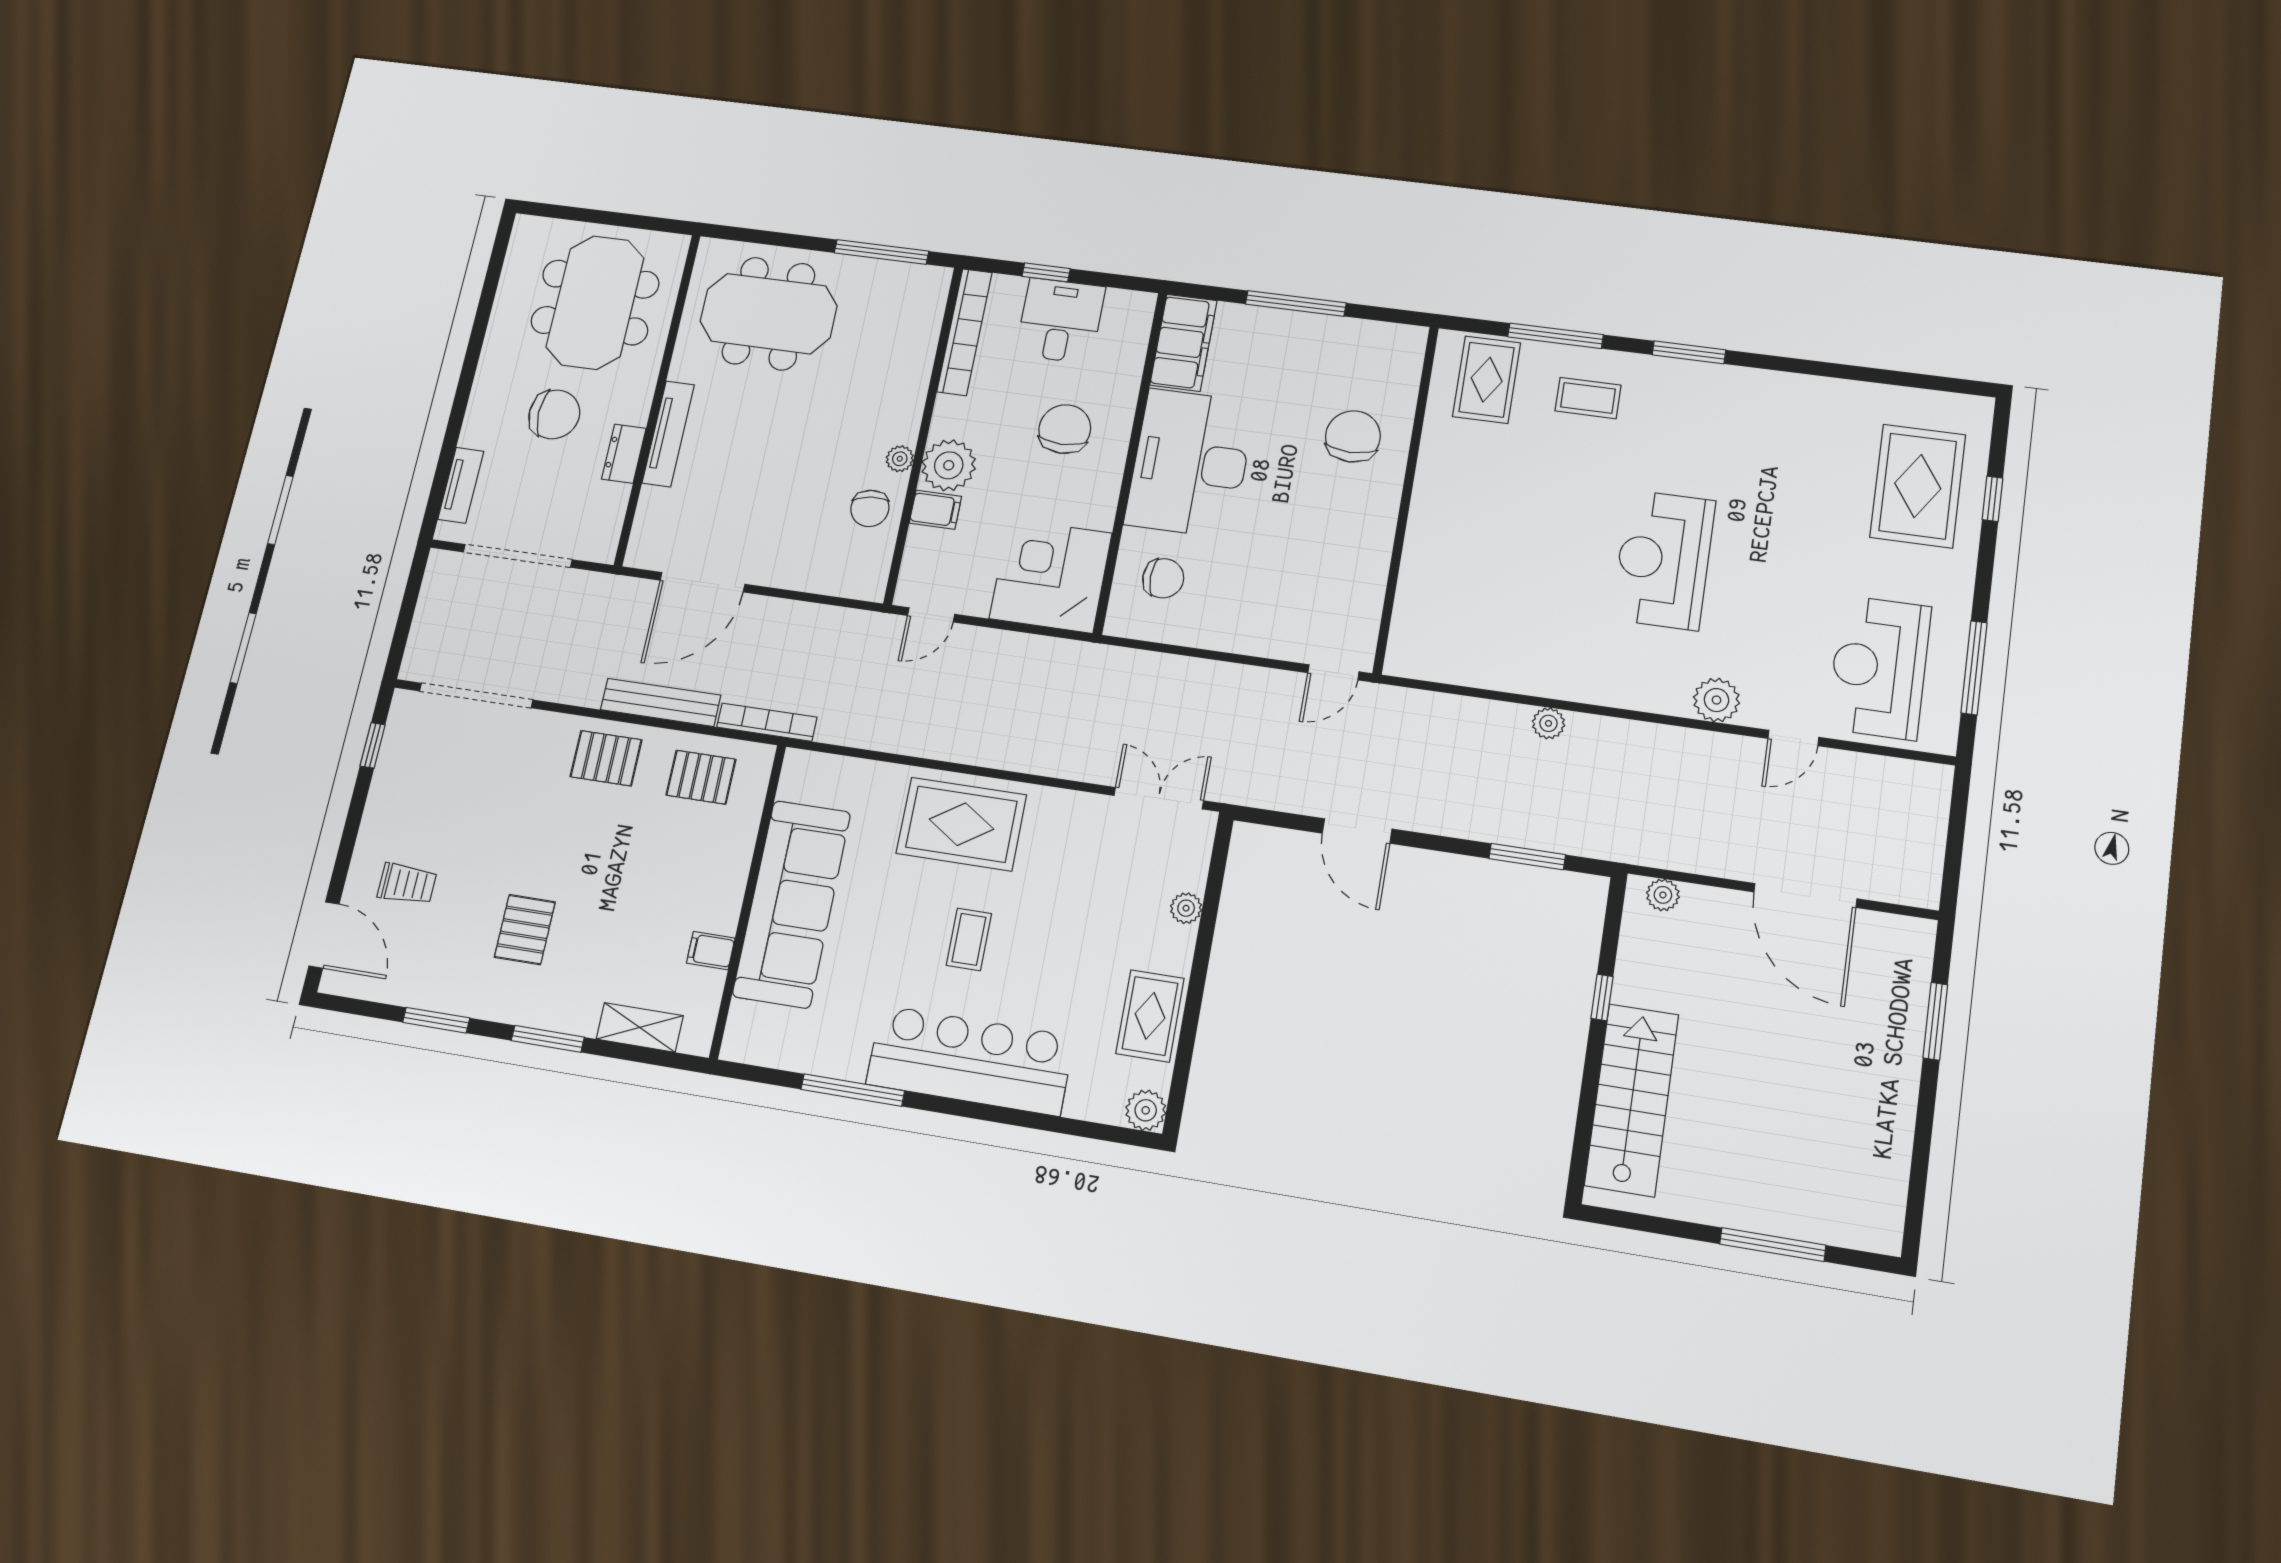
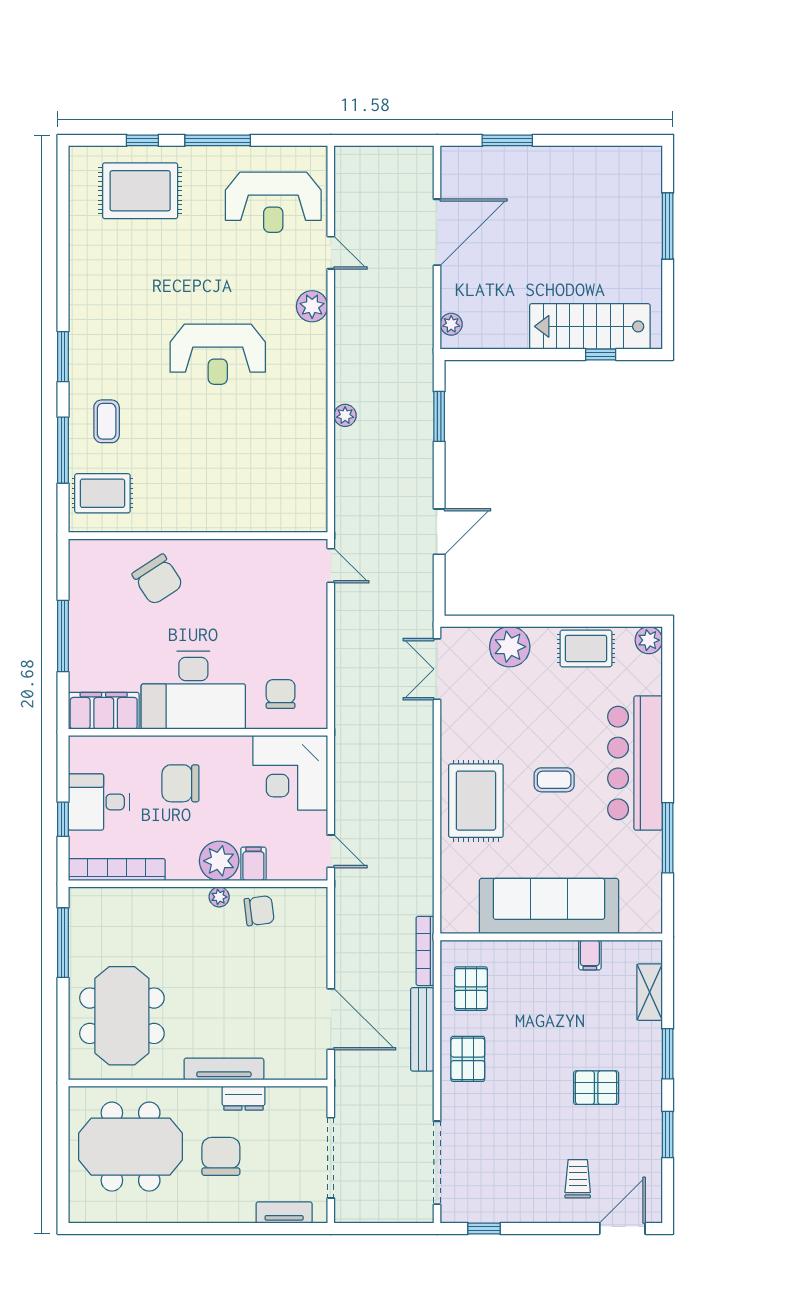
chair: (1353, 436) -> (158, 580), turned -123
window: (1974, 668) -> (218, 140), moved
plant: (1186, 908) -> (510, 647), width x1.87, depth x1.87
window: (1602, 997) -> (601, 354), moved

